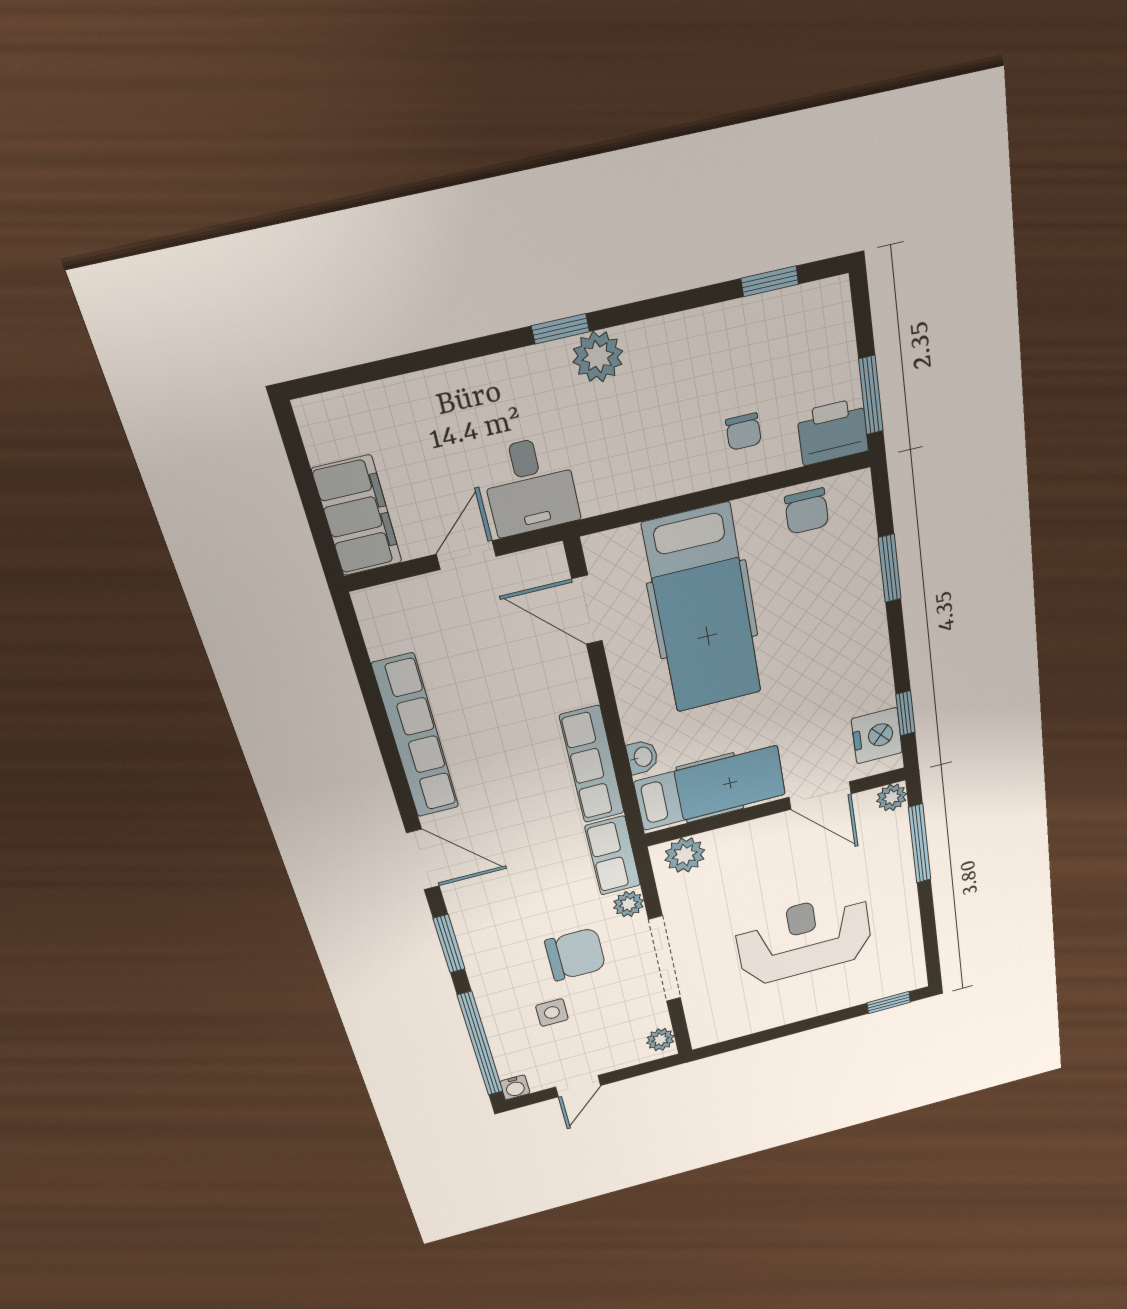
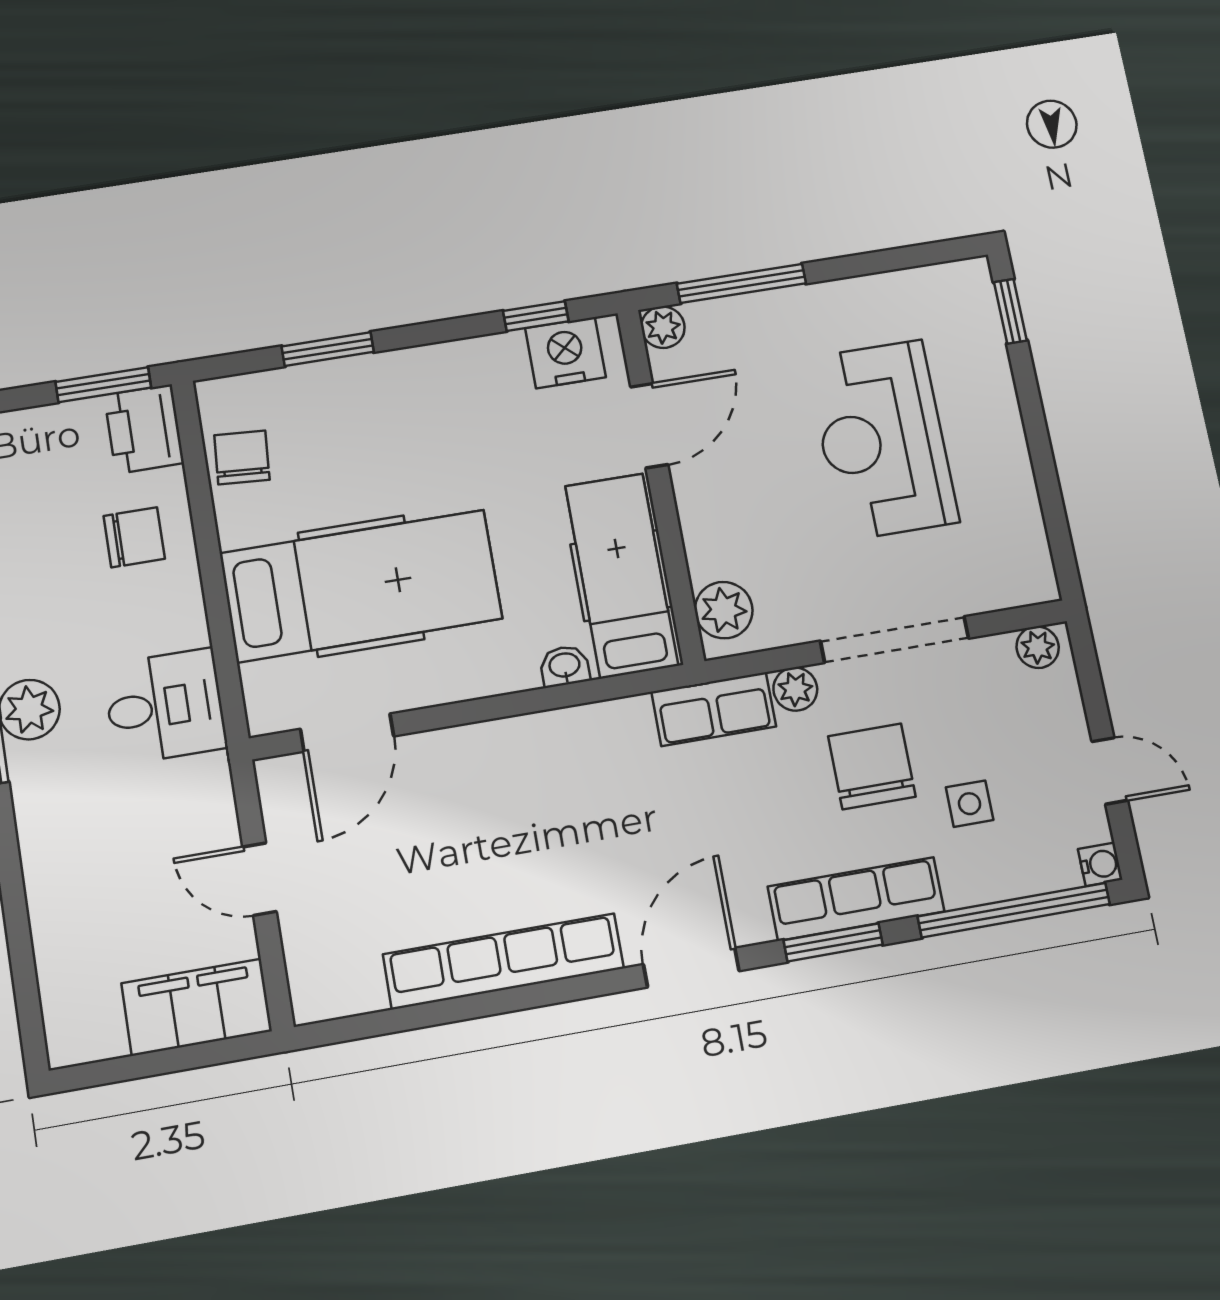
chair: (743, 432) -> (134, 537), width x1.37, depth x1.37
desk: (530, 486) -> (165, 706), moved
chair: (807, 511) -> (242, 457), turned -86
row of seats: (592, 765) -> (856, 899), moved, turned 180

